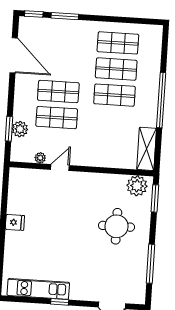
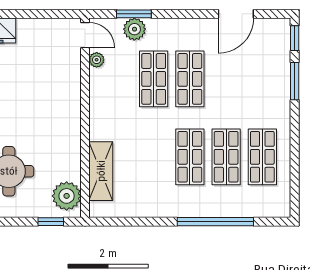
door: (14, 55) -> (236, 14), width x0.73
window: (161, 100) -> (215, 222), moved
shelving: (147, 149) -> (101, 171), moved, turned 90
door: (60, 167) -> (85, 35), moved
window: (155, 198) -> (51, 222), width x0.67

